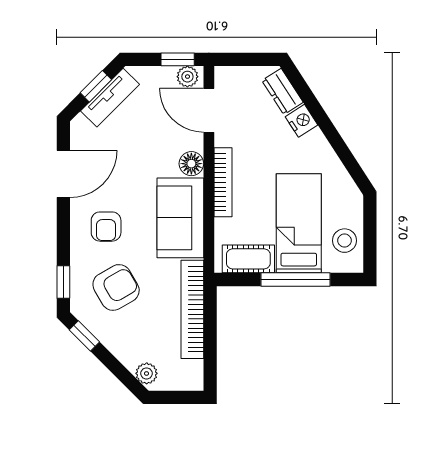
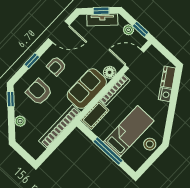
plant: (187, 77) -> (129, 30), moved
door: (209, 110) -> (134, 59), hinge flipped
stool: (344, 241) -> (150, 144), moved
cot: (248, 259) -> (95, 115), moved, turned 90
window: (63, 282) -> (32, 61), moved
armchair: (116, 287) -> (39, 92), turned -150
plant: (147, 373) -> (20, 121), moved

